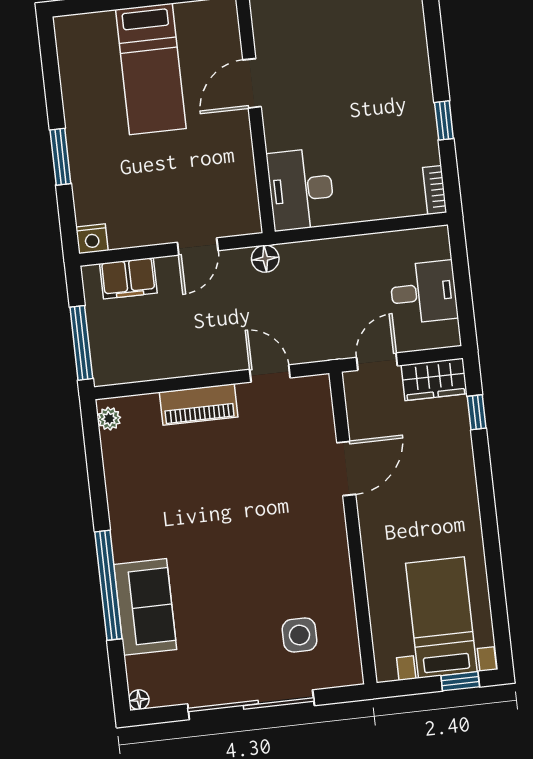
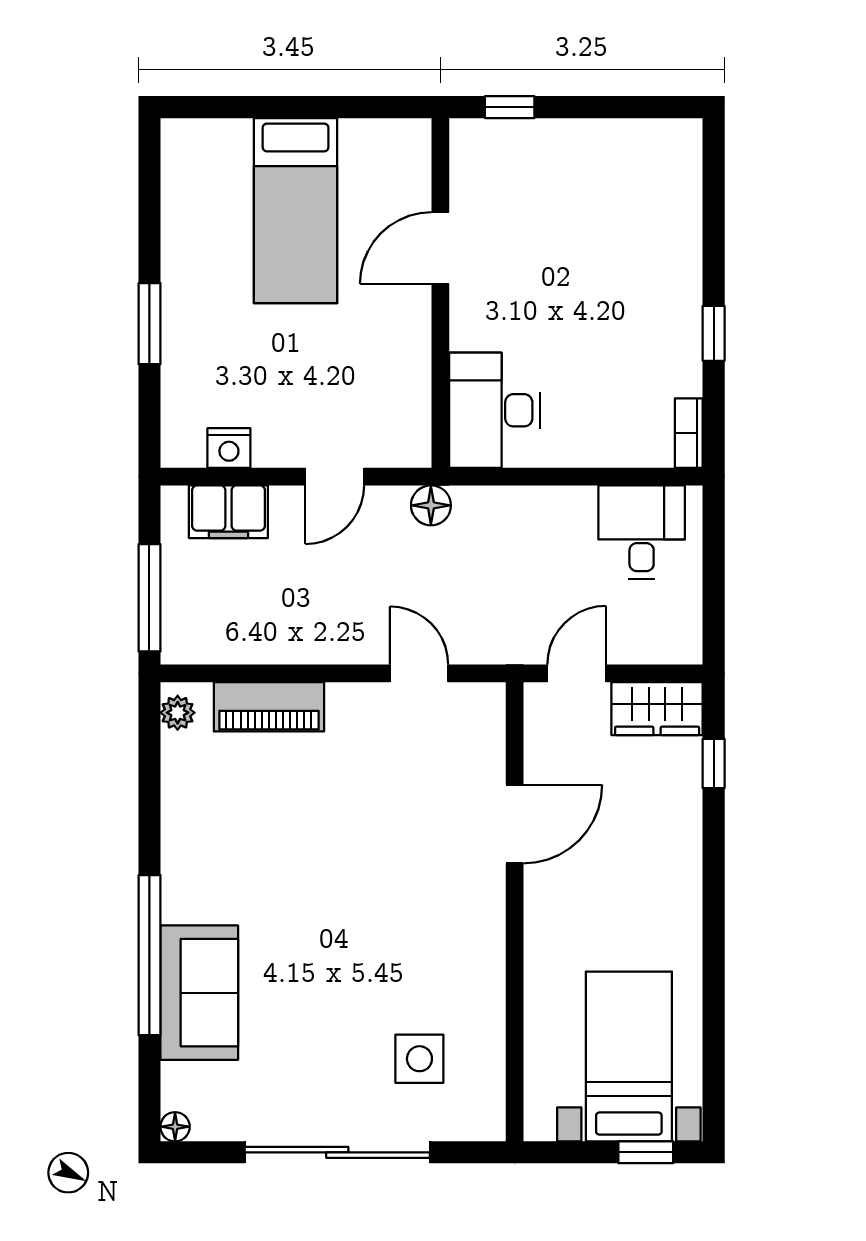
nightstand: (92, 239) -> (229, 448), moved
desk: (424, 292) -> (642, 532), moved, turned -90
piano: (199, 405) -> (269, 707), moved

